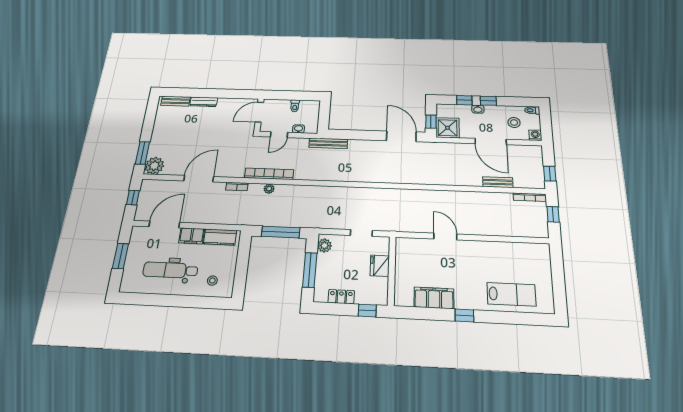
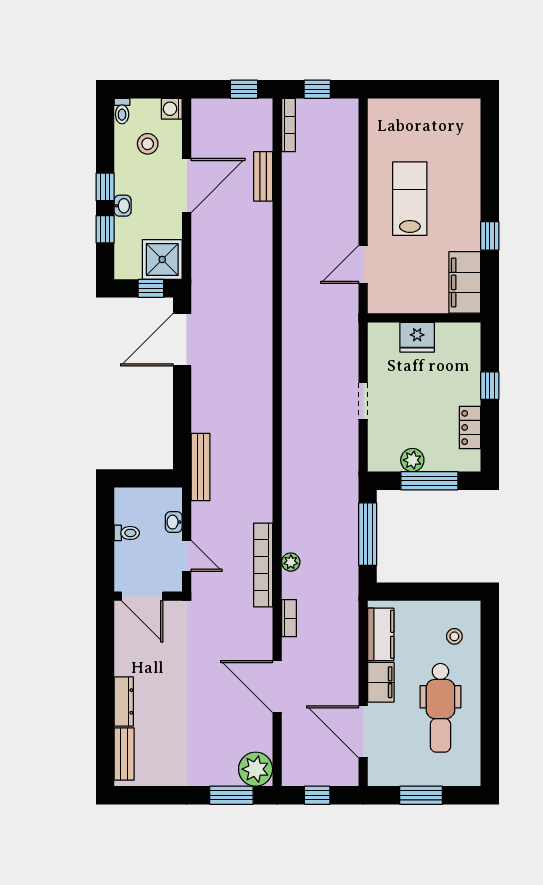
plant: (324, 246) -> (412, 460), moved
fridge: (380, 266) -> (417, 337), moved
wall: (392, 271) -> (424, 318), moved
lab bench: (511, 294) -> (410, 199), moved

